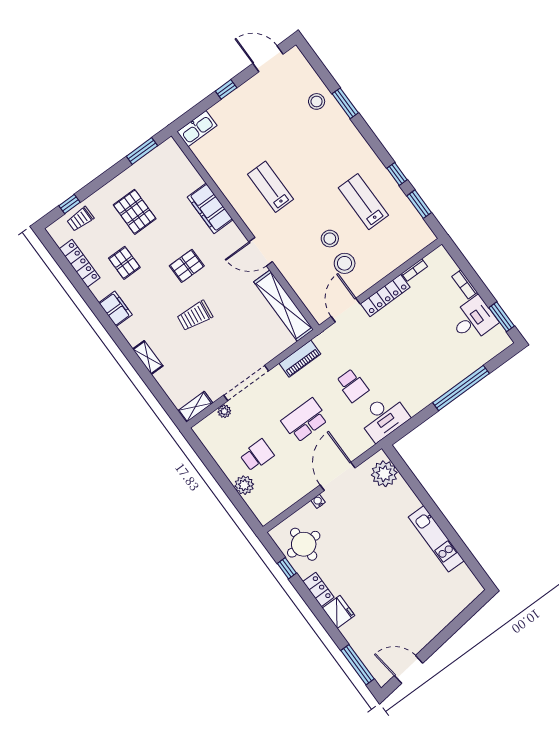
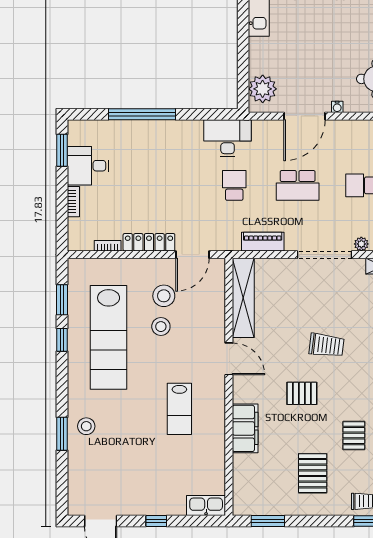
stool: (317, 101) -> (86, 426), moved
lab bench: (363, 202) -> (109, 337), width x1.86, depth x1.39

